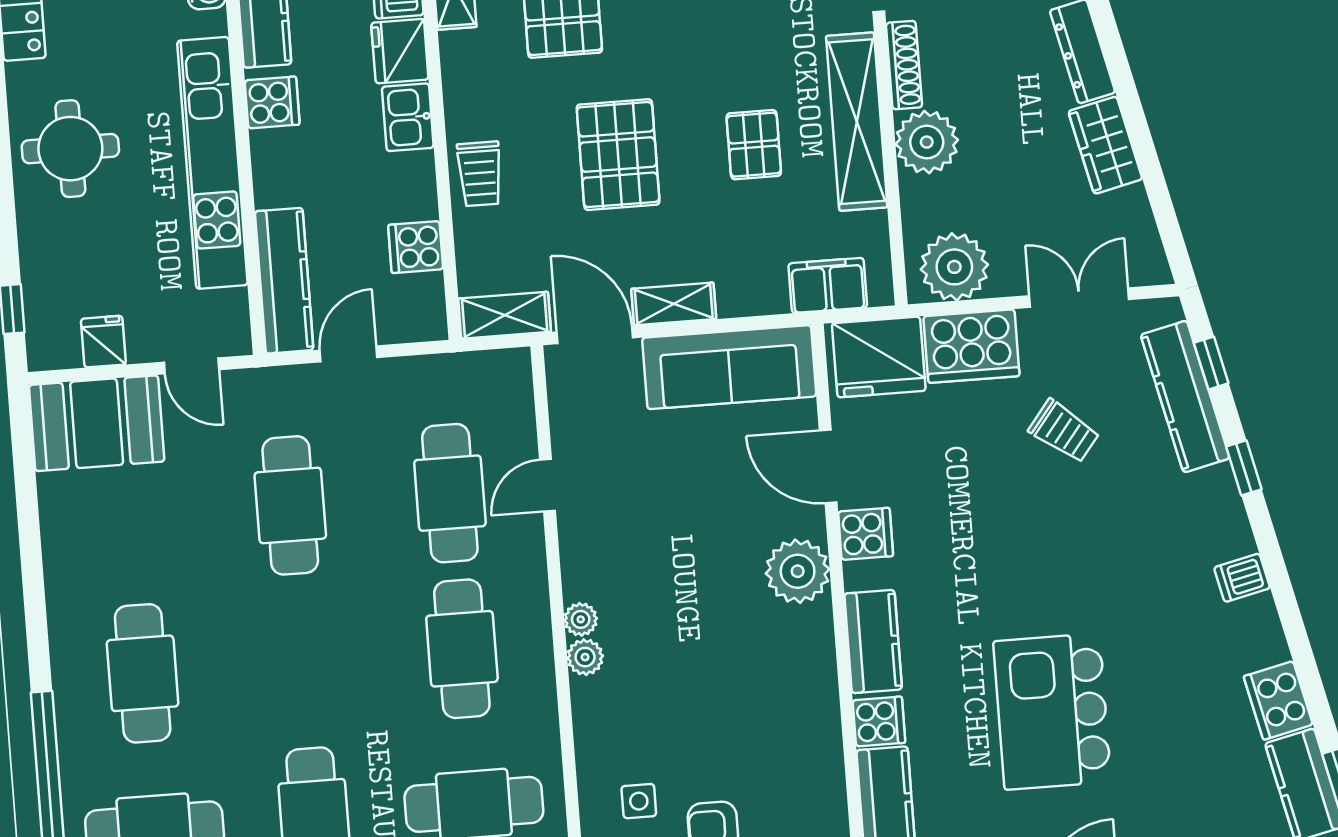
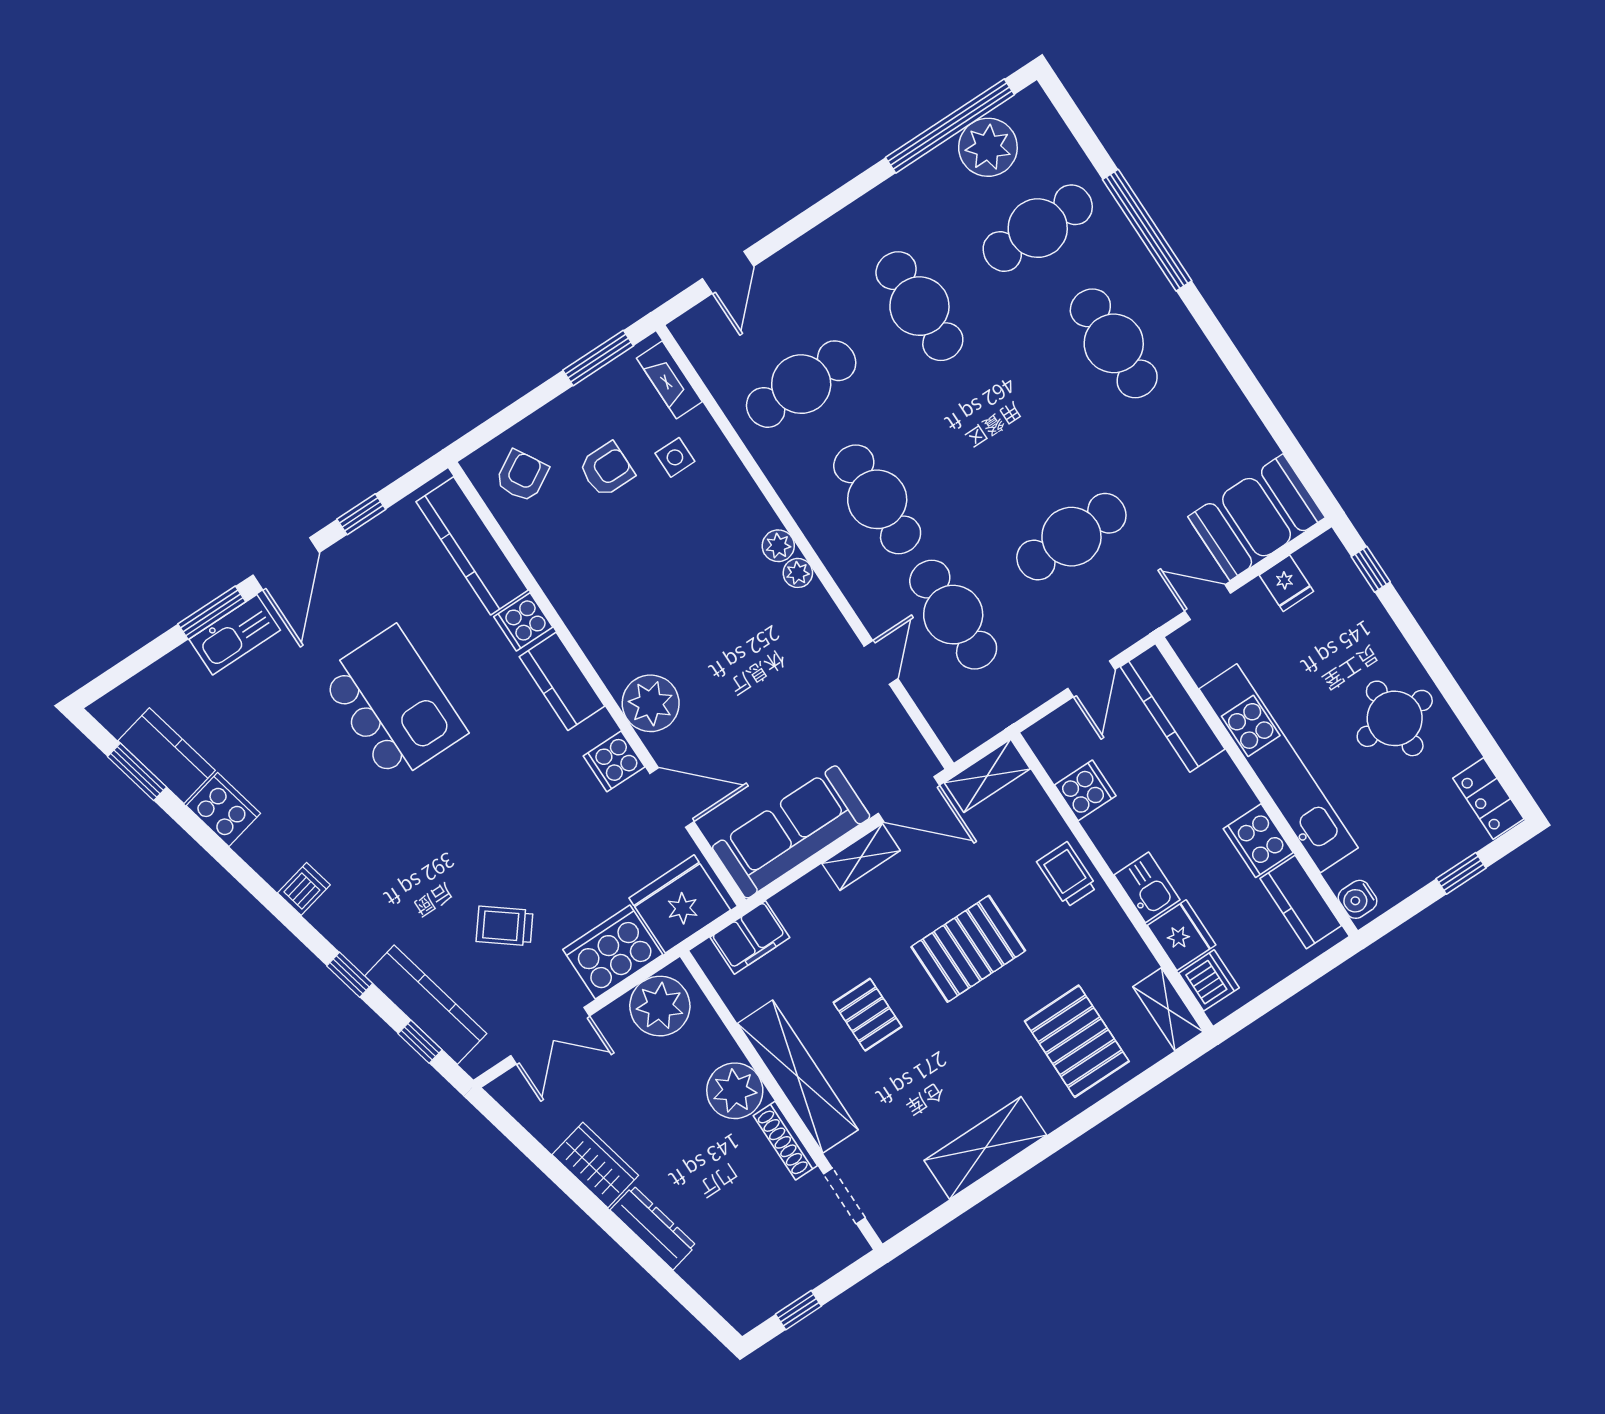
cooker: (272, 102) -> (1258, 841), width x1.36
pallet: (618, 155) -> (968, 949), turned 90
cafe table: (290, 505) -> (1071, 537), turned 90

